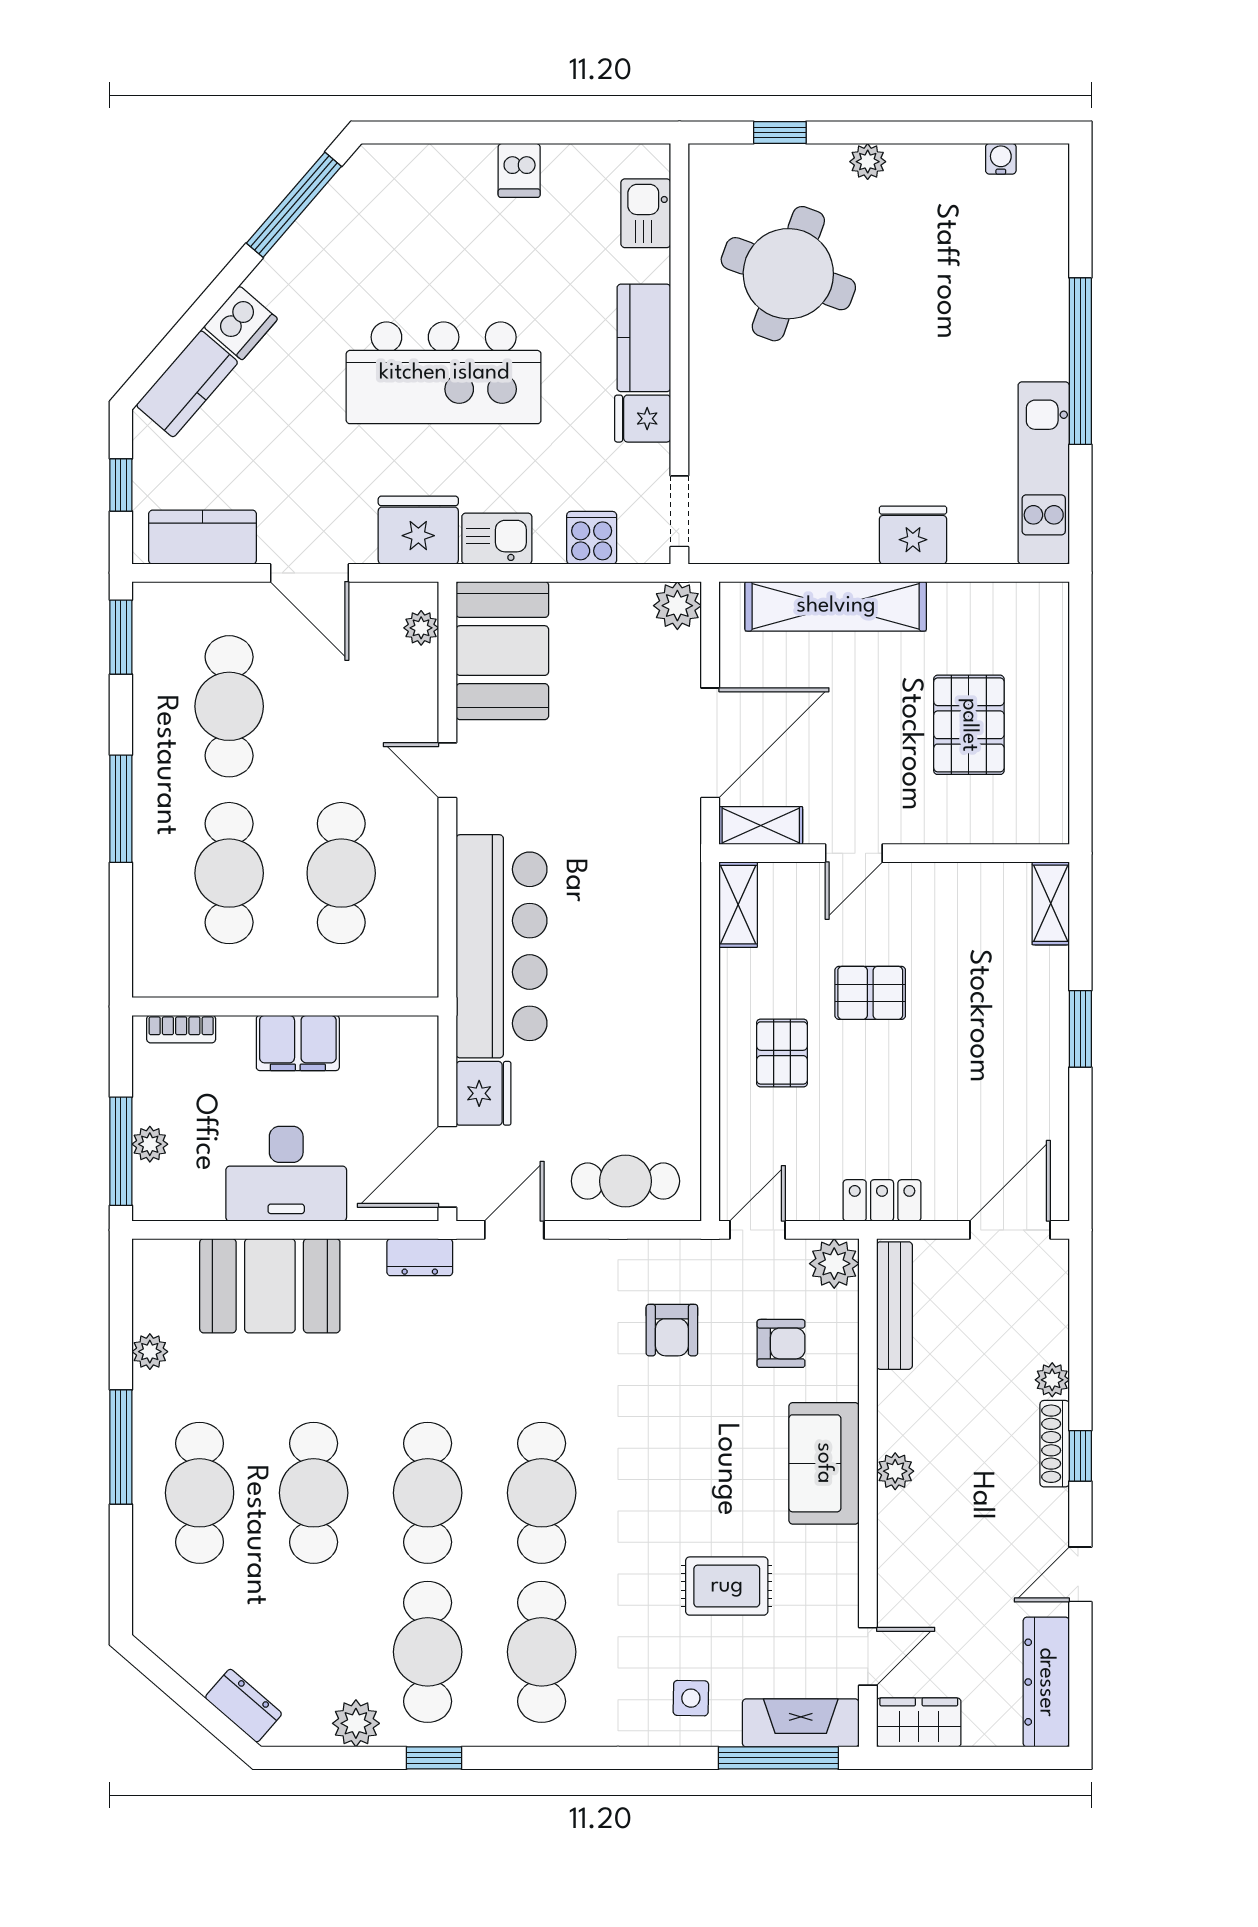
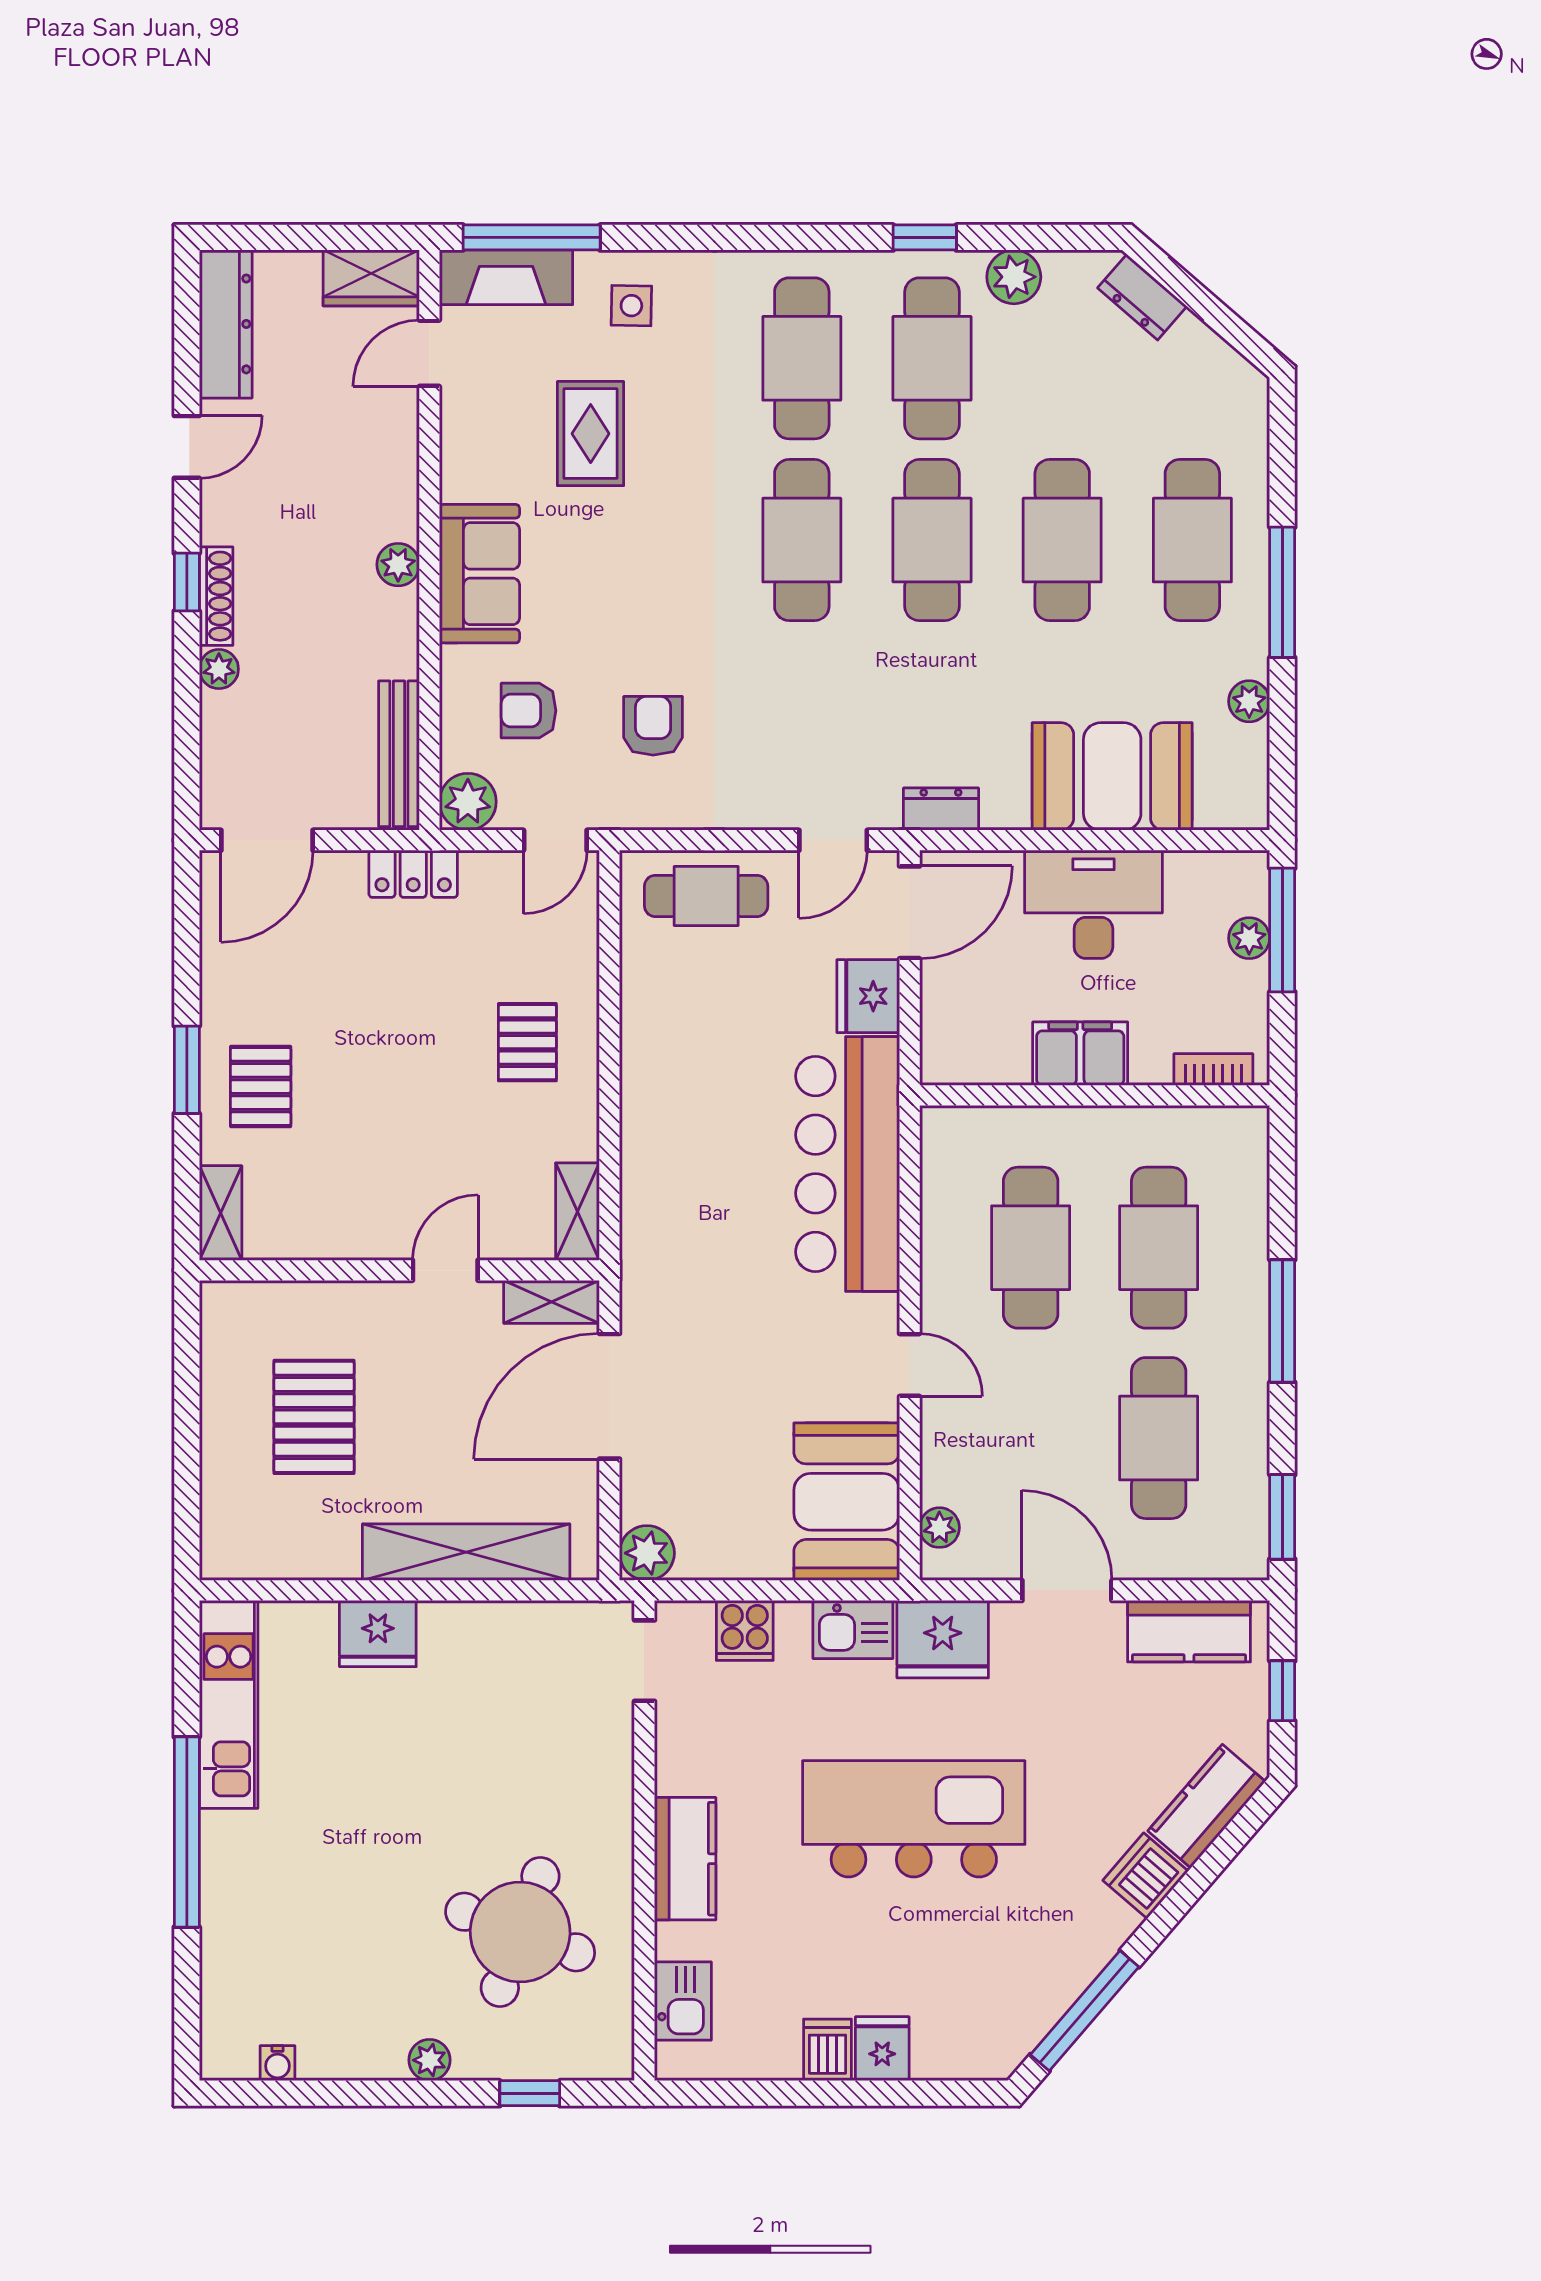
fridge: (643, 419) -> (882, 2049), moved, turned -90
pallet: (870, 993) -> (261, 1087), moved, turned 90
rug: (727, 1586) -> (591, 434), turned 90

